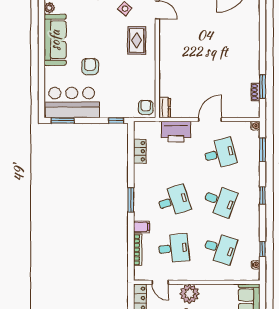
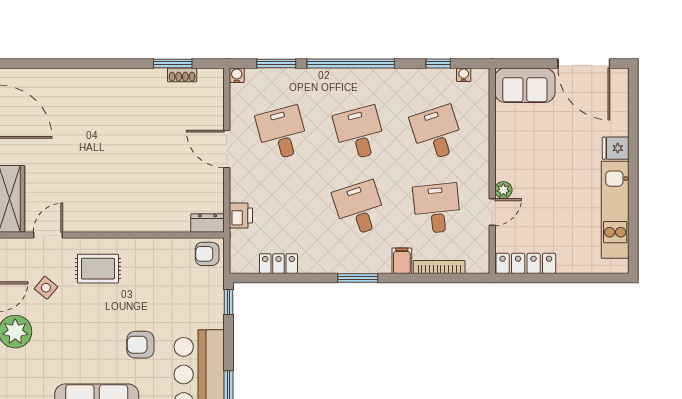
printer: (176, 132) -> (241, 216), width x0.53, depth x0.68
window: (263, 195) -> (351, 63), width x3.17
desk: (220, 201) -> (359, 133), turned -36
desk: (220, 248) -> (437, 133), turned -36
door: (160, 282) -> (492, 212), moved
plant: (189, 294) -> (503, 190), width x0.53, depth x0.53

